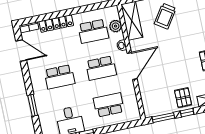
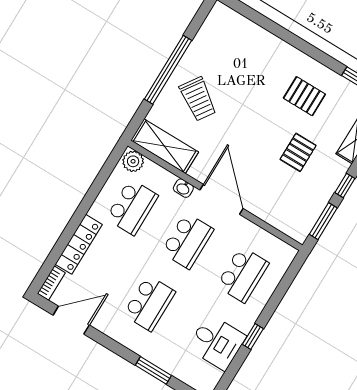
plant: (116, 26) -> (133, 161), moved
pallet: (183, 98) -> (298, 152), moved, turned 90
school desk: (109, 105) -> (243, 275), turned 180

